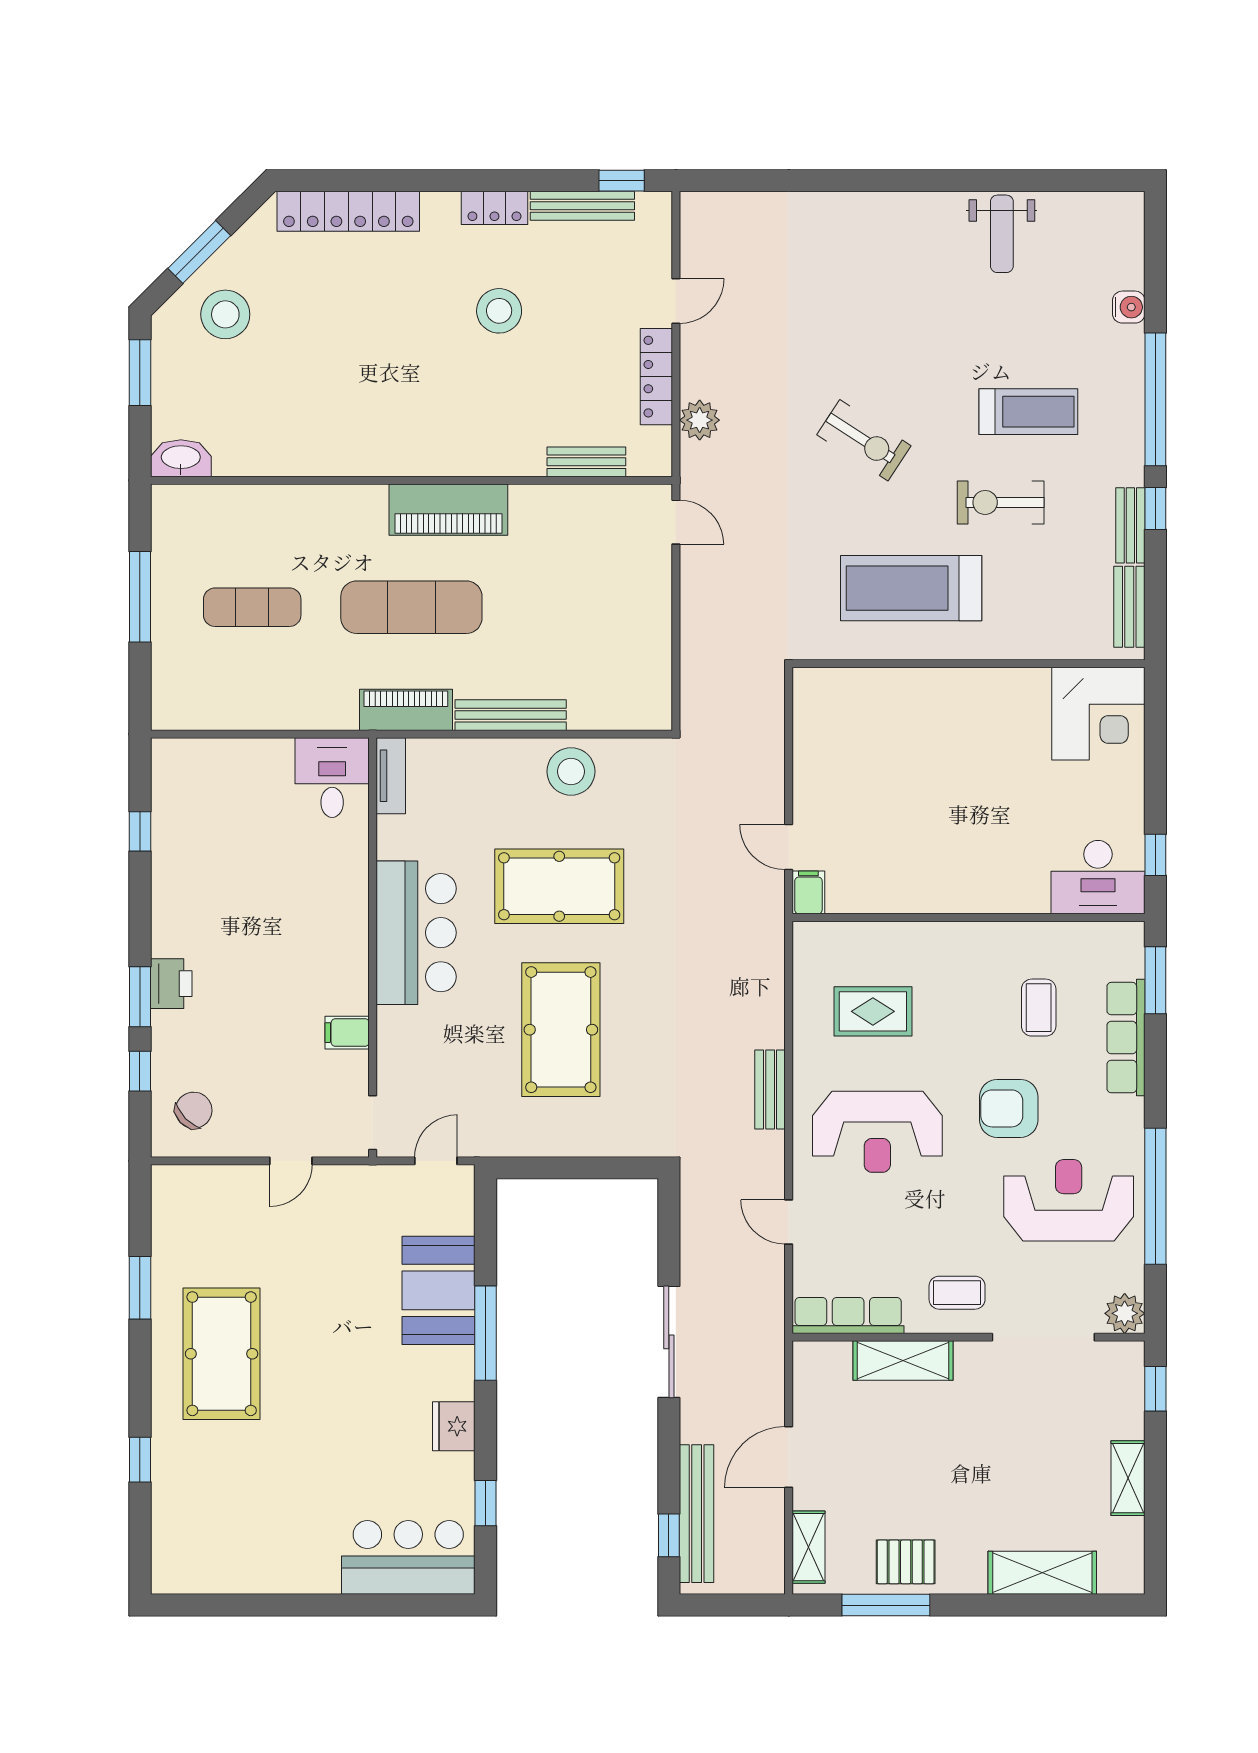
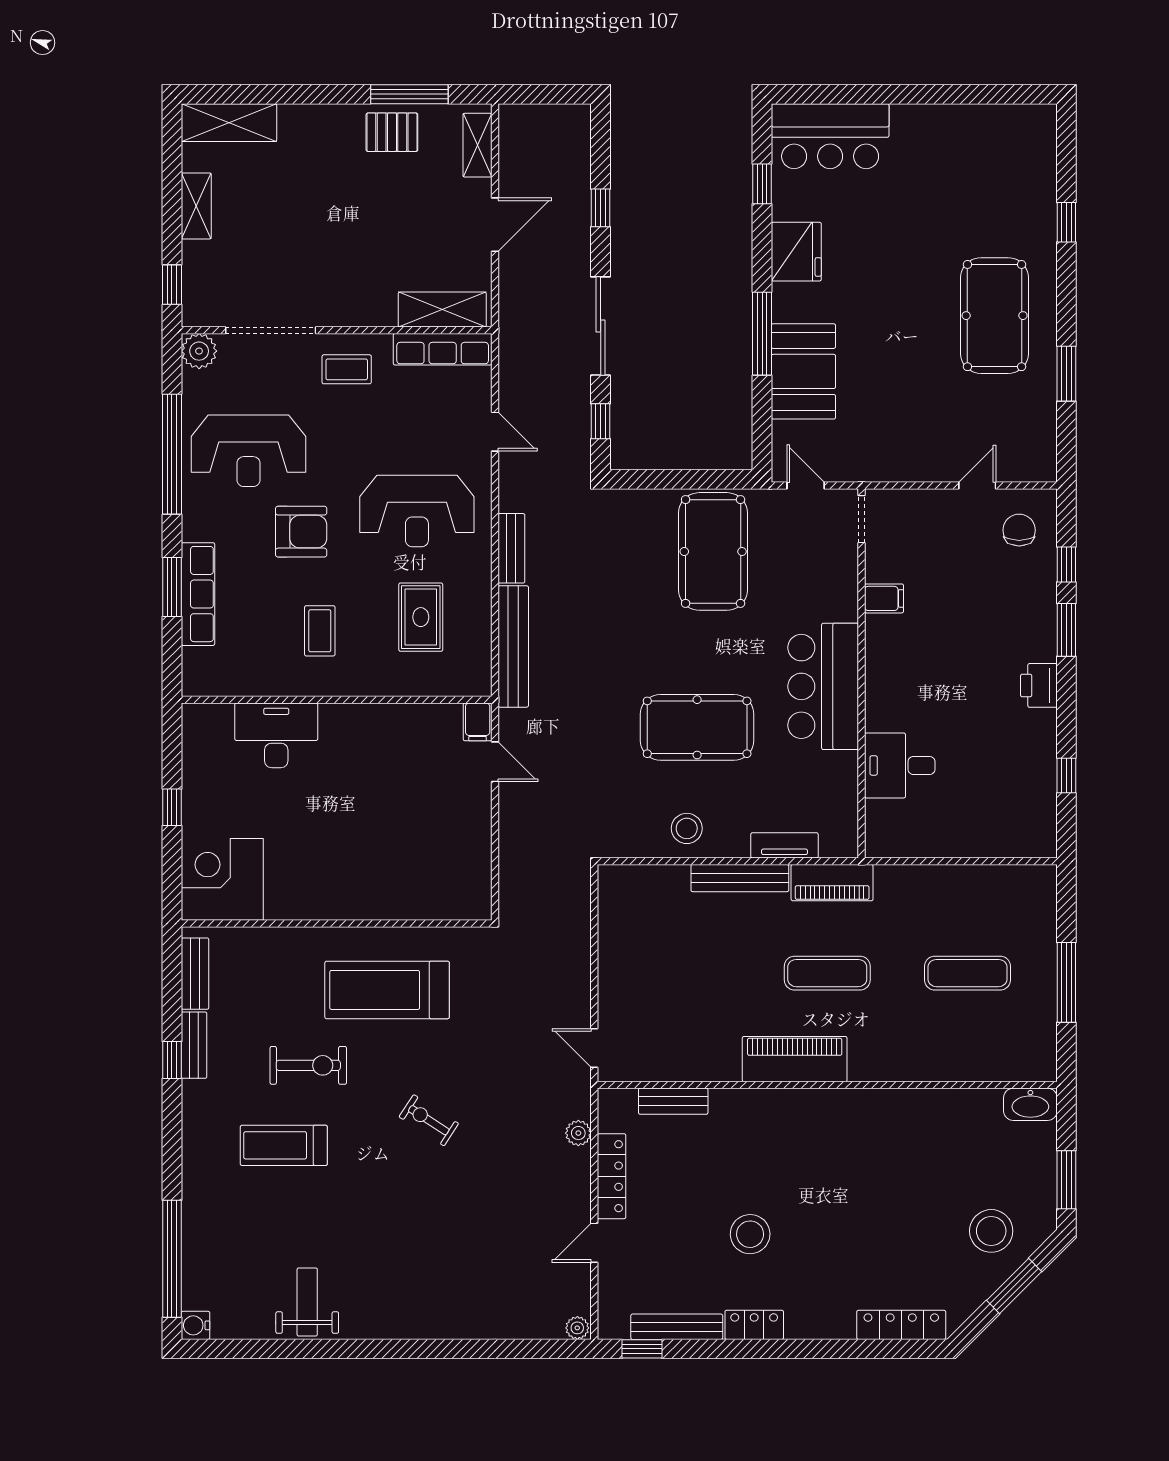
plant: (695, 204) -> (577, 1328), added
locker: (348, 211) -> (901, 1325), width x0.71, depth x0.83
water cooler: (1129, 307) -> (195, 1325), moved
window: (1155, 399) -> (172, 1259), moved
plant: (700, 420) -> (578, 1133), width x0.73, depth x0.73
exercise bike: (864, 440) -> (429, 1120), width x0.73, depth x0.72
treadmill: (911, 588) -> (387, 990), turned 180
exercise mat: (411, 607) -> (827, 973), width x0.73, depth x0.69
stool: (571, 771) -> (687, 828), width x0.73, depth x0.73
tv unit: (391, 776) -> (784, 845), moved, turned 90
desk: (332, 778) -> (900, 765), moved, turned 90
window: (1155, 855) -> (172, 807), moved
desk: (1098, 877) -> (276, 735), moved
window: (1155, 980) -> (172, 587), moved
printer: (171, 984) -> (1039, 685), moved
coffee table: (1039, 1008) -> (320, 631), moved
rug: (873, 1011) -> (421, 617), turned 90
pool table: (561, 1030) -> (713, 551), moved
chair: (194, 1110) -> (1019, 530), turned 134
reception desk: (877, 1132) -> (417, 511), turned 180
door: (291, 1161) -> (977, 486), moved
door: (436, 1161) -> (806, 486), swing flipped
window: (669, 1234) -> (601, 421), added
shelving: (903, 1361) -> (442, 310), moved
fridge: (454, 1426) -> (796, 252), width x1.36, depth x1.34
bench: (697, 1514) -> (513, 646), moved
window: (669, 1535) -> (601, 208), moved
shelving: (1042, 1573) -> (229, 123), moved

